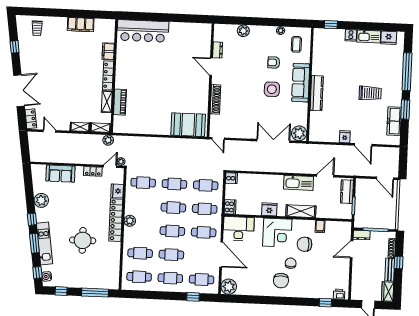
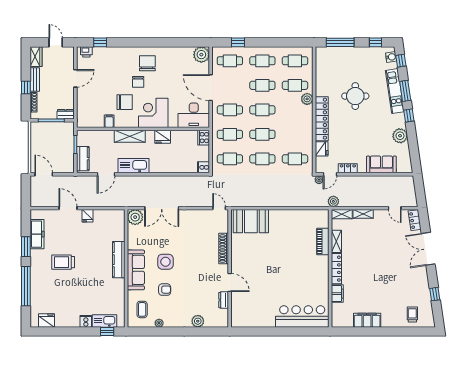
kitchen sink: (369, 37) -> (104, 321), moved
plant: (130, 221) -> (307, 99), moved
door: (352, 249) -> (75, 78), moved

